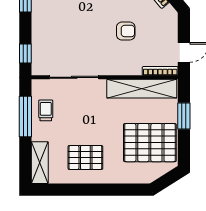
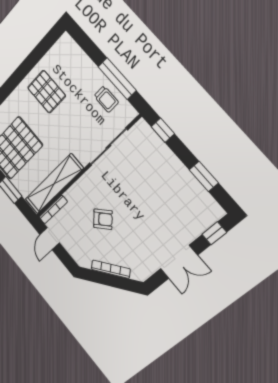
armchair: (126, 31) -> (103, 219), turned -135
pallet: (85, 157) -> (46, 92), turned 90
shelving: (40, 163) -> (74, 53), removed

